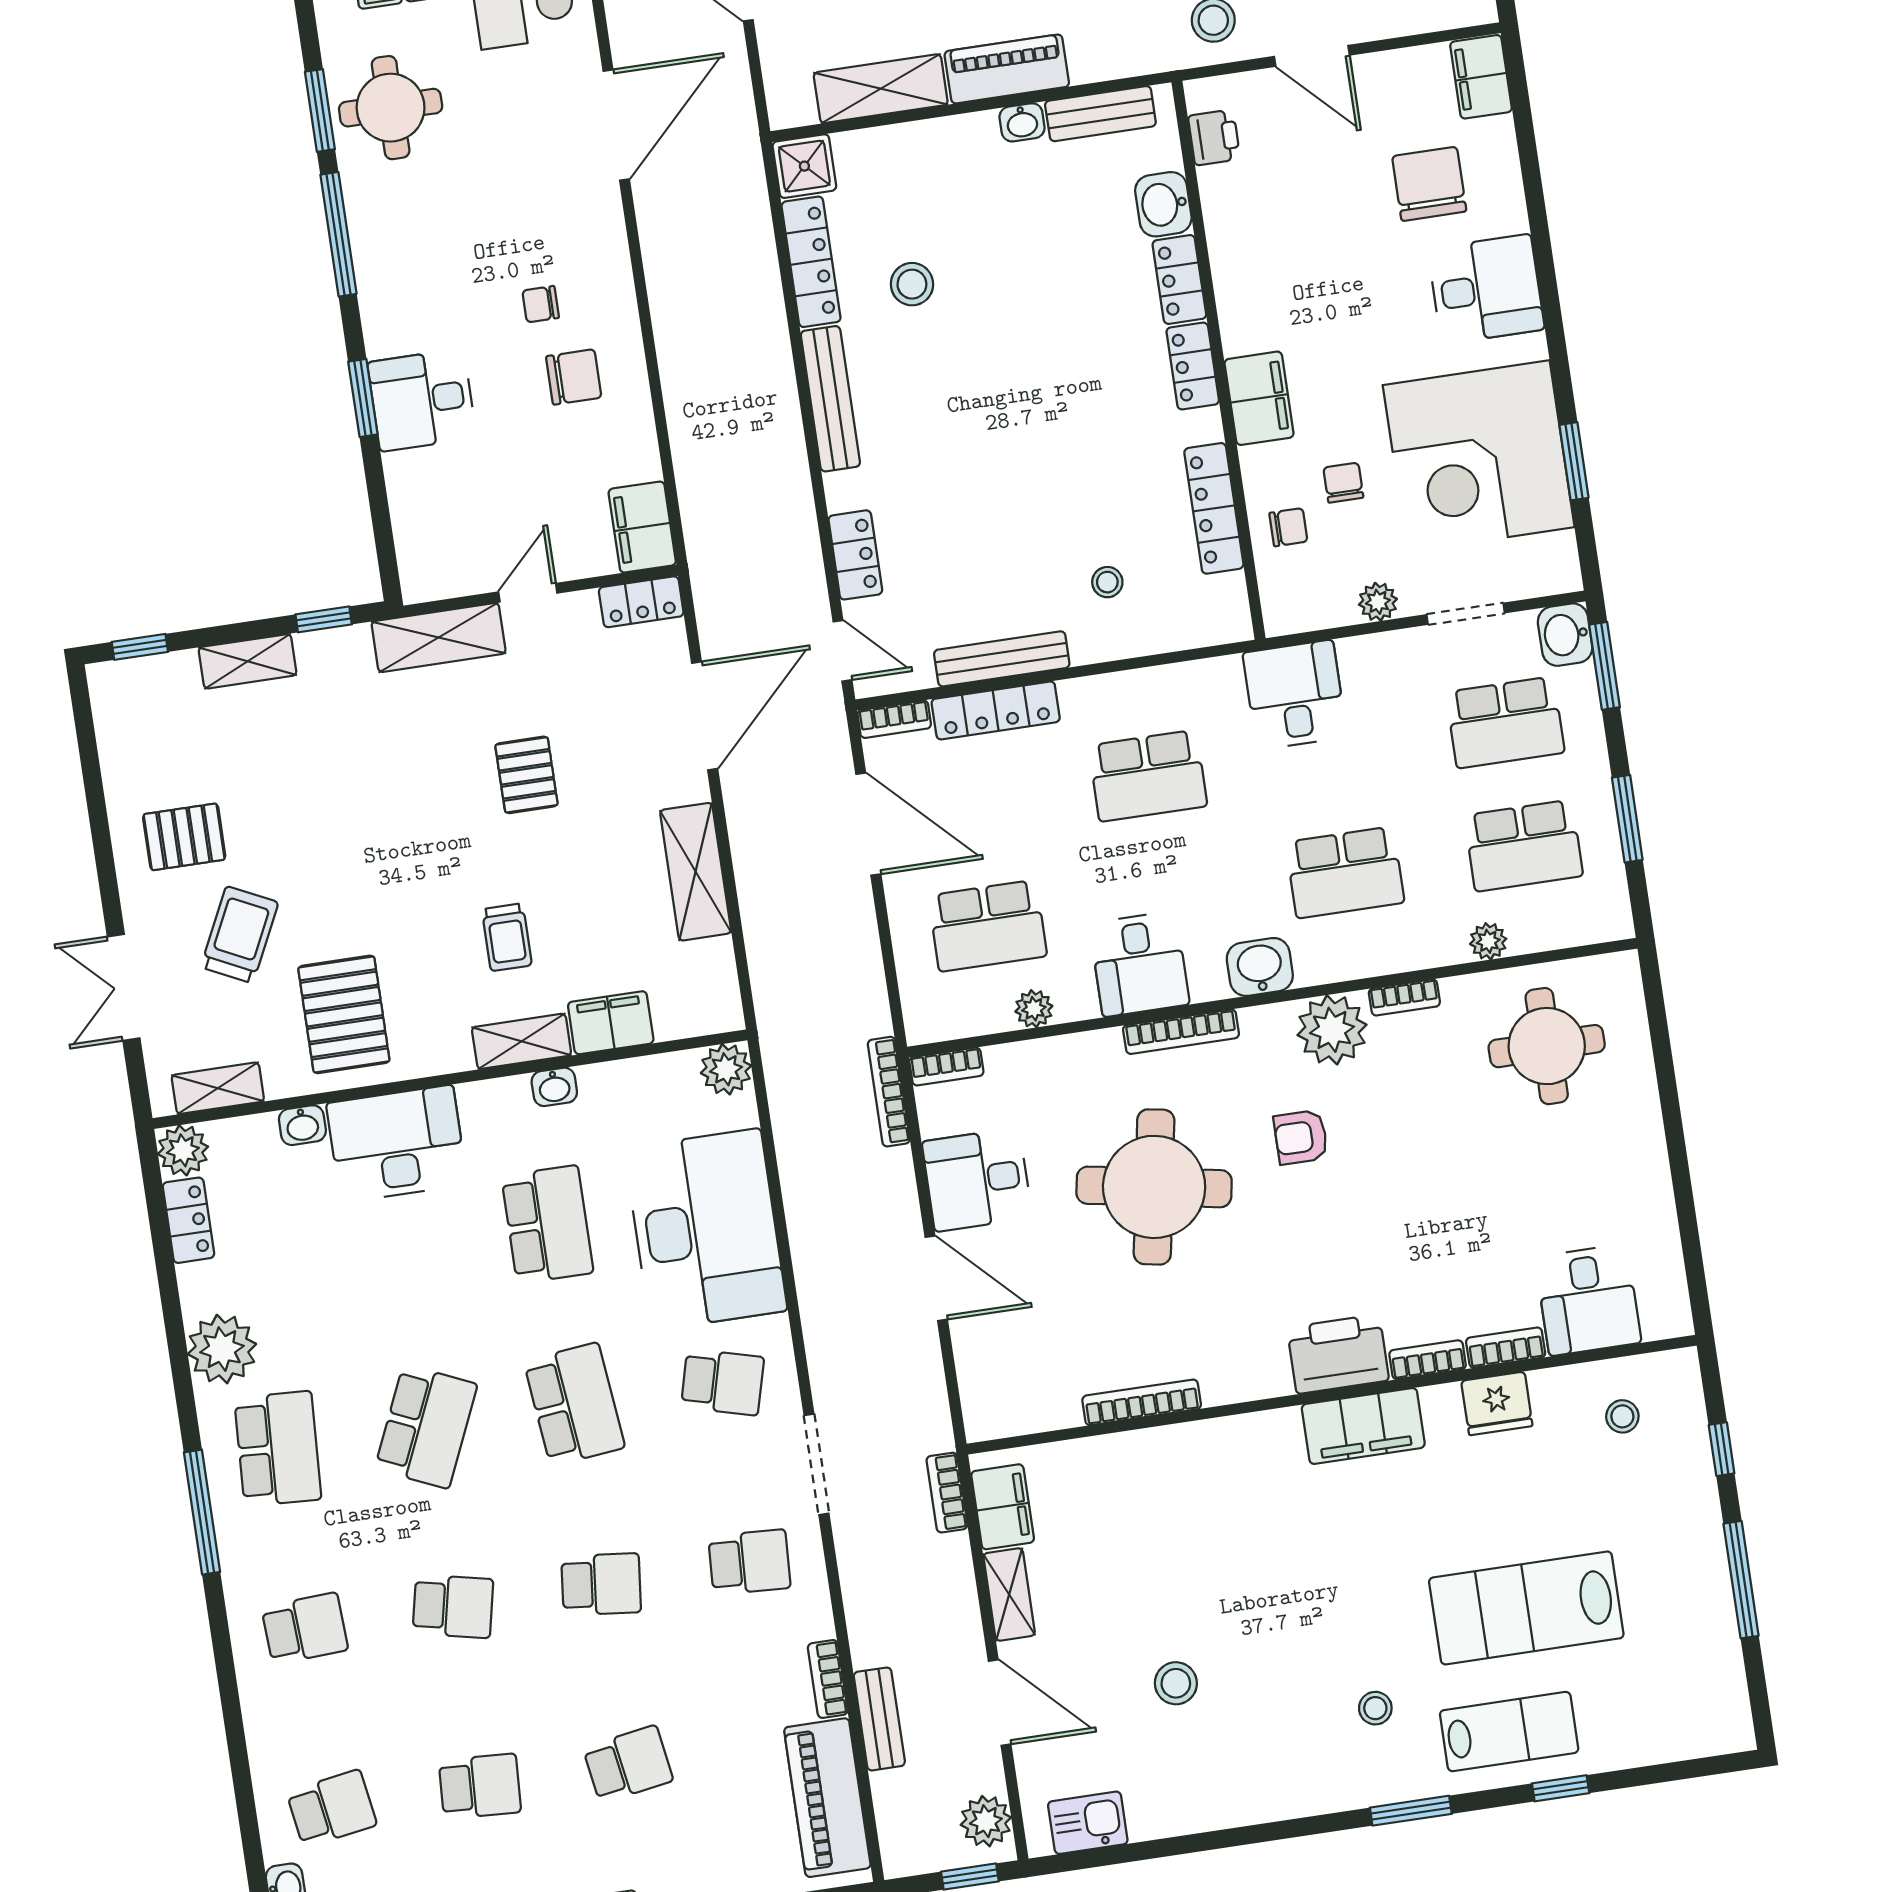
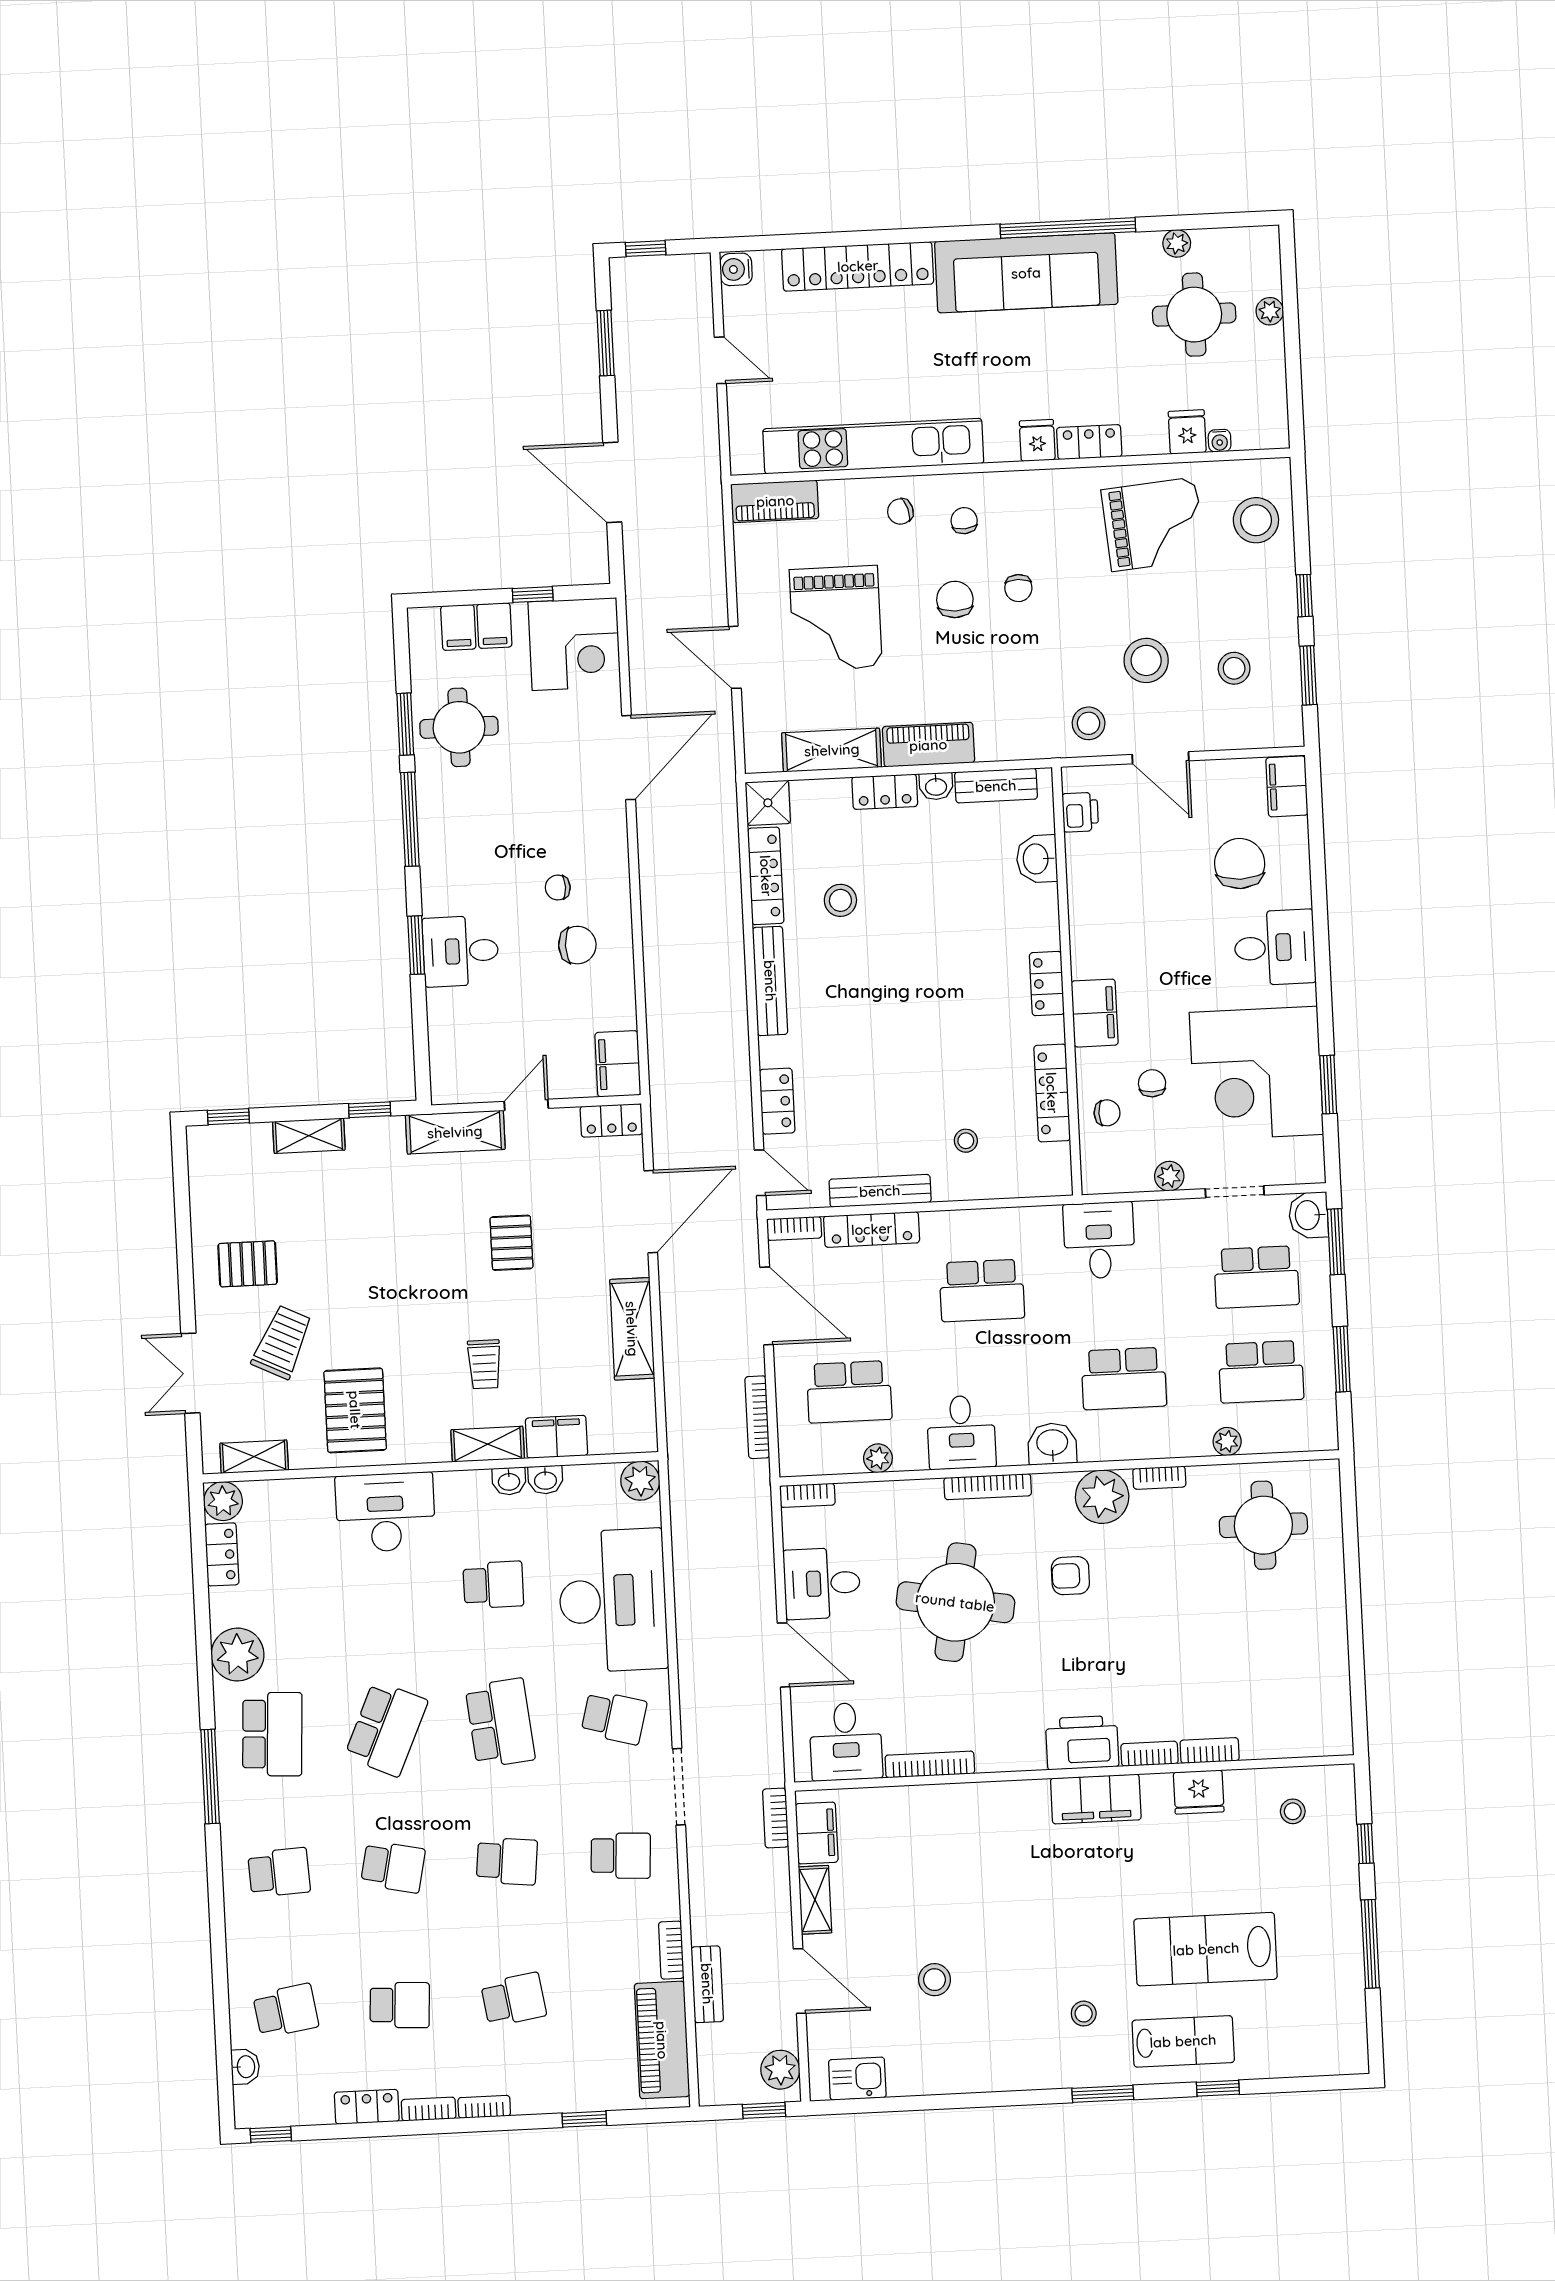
locker: (1179, 280) -> (885, 792), moved, turned -90
bookcase: (889, 1092) -> (757, 1417), moved
washbasin: (302, 1125) -> (545, 1480), moved
school desk: (547, 1224) -> (493, 1585), width x0.54
desk: (1588, 1300) -> (846, 1742), moved

